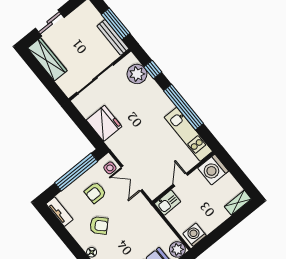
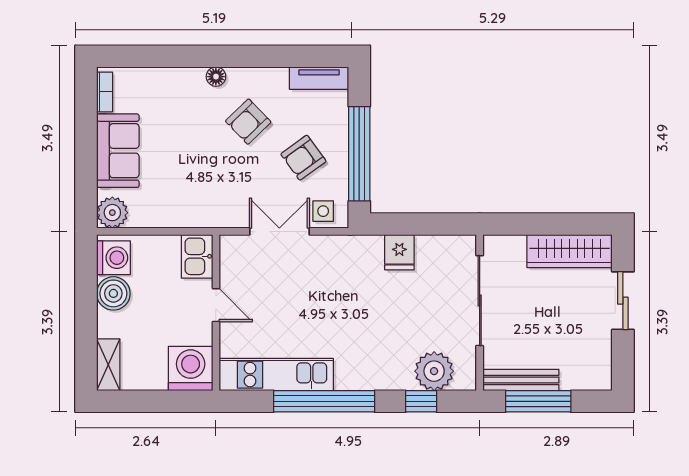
fridge: (104, 123) -> (399, 252), width x0.53, depth x0.75
armchair: (95, 193) -> (303, 158), turned -126
boiler: (208, 223) -> (113, 293), added

